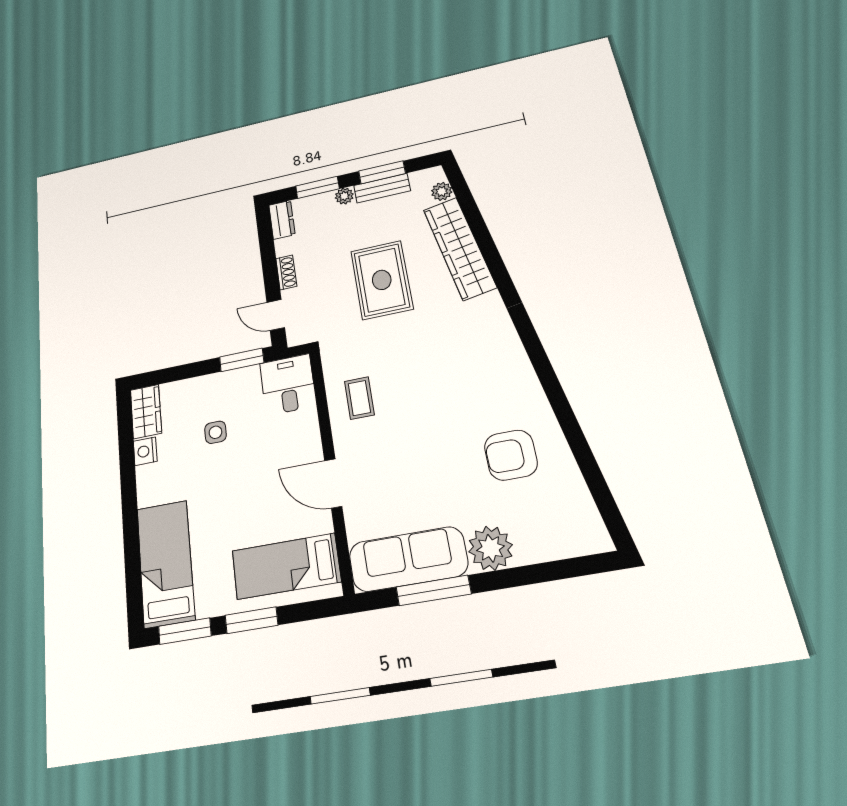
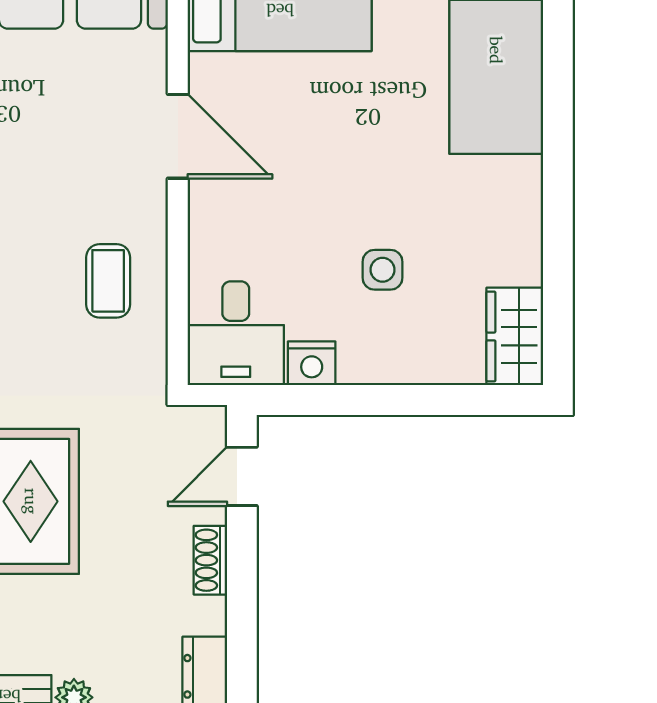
door: (276, 315) -> (242, 476), swing flipped
window: (242, 360) -> (318, 400), removed
nightstand: (145, 451) -> (312, 363), moved, turned 90

